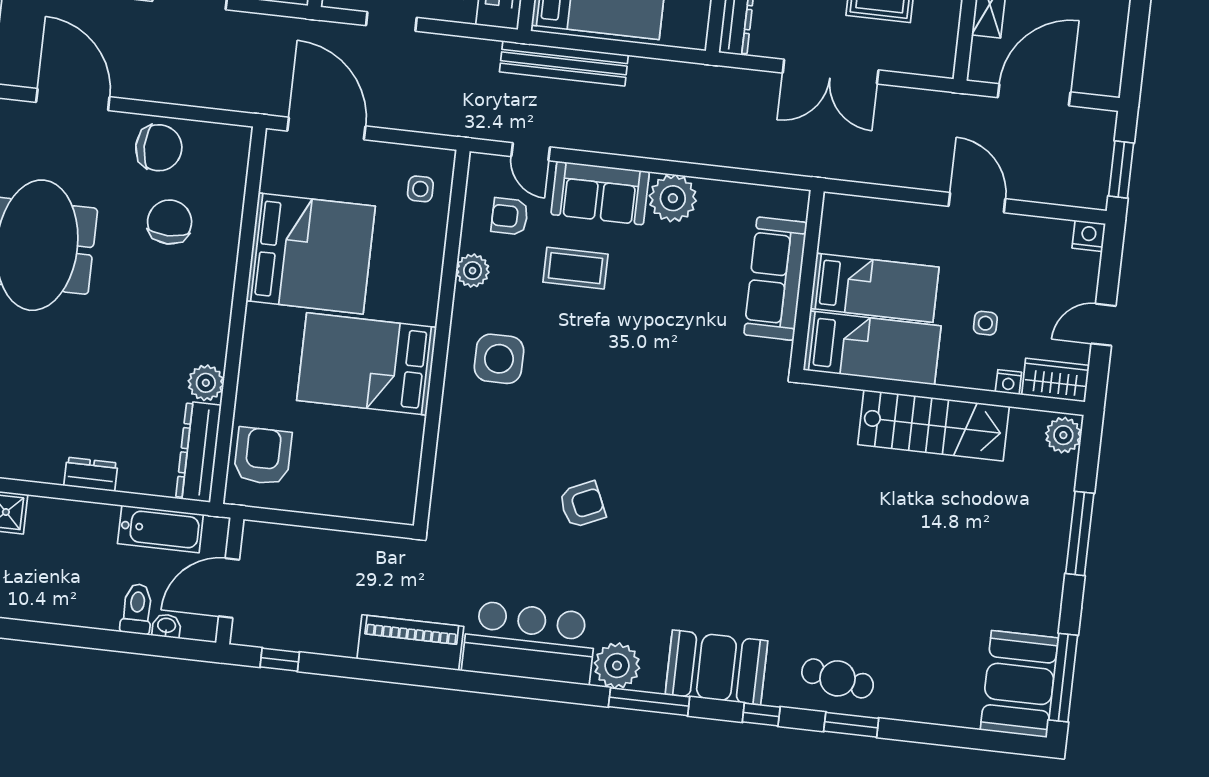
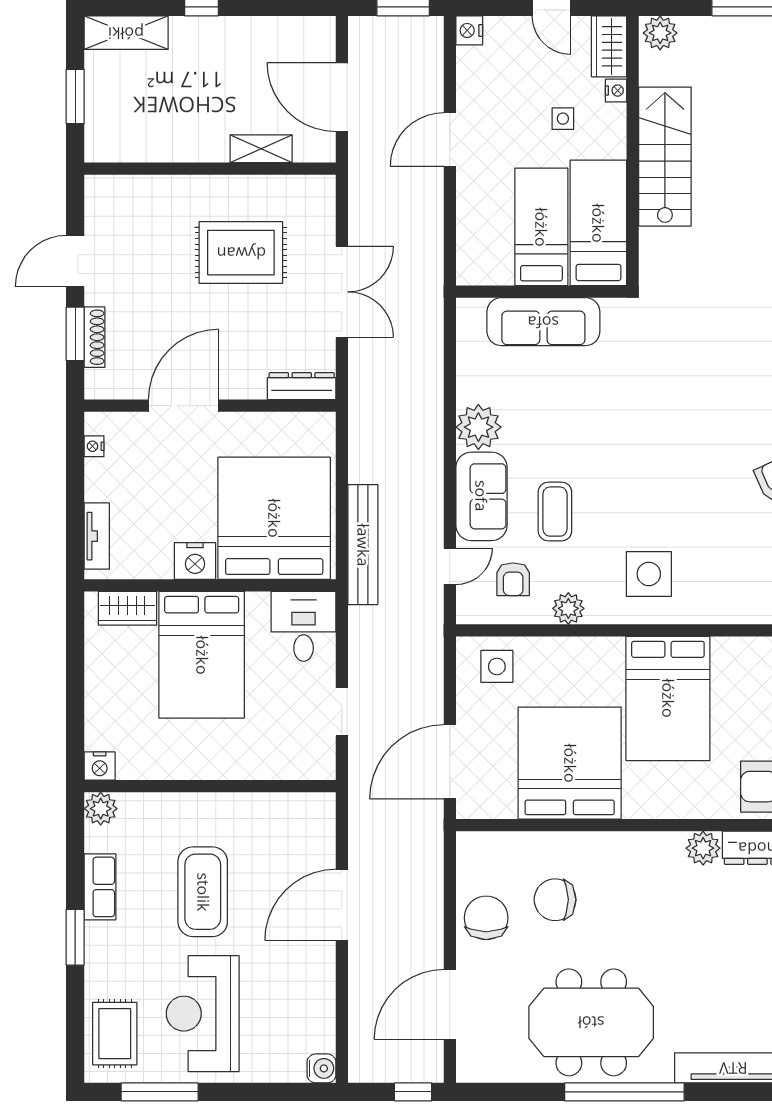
side table: (420, 189) -> (497, 666), width x1.37, depth x1.37

